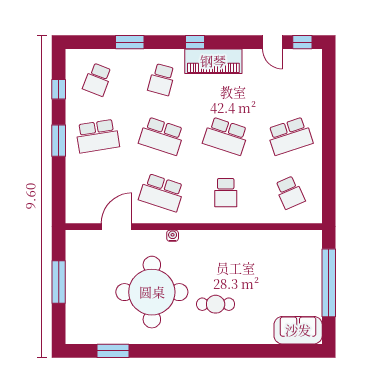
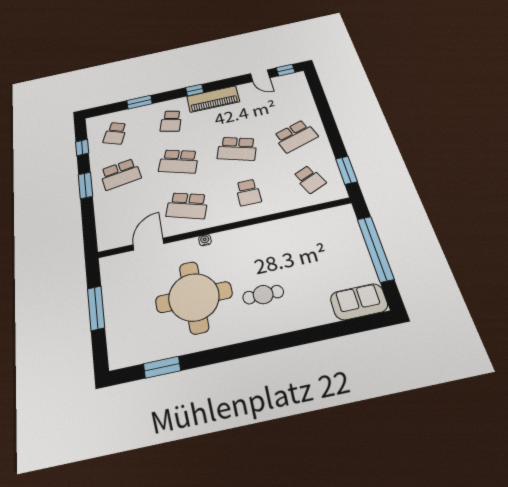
window: (329, 191) -> (346, 170), added

